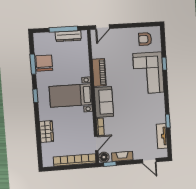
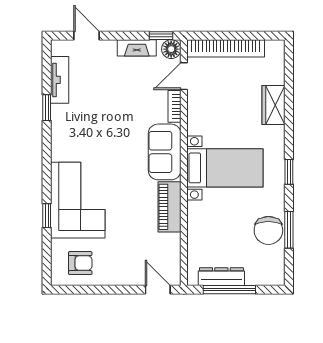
door: (102, 27) -> (158, 290), hinge flipped

